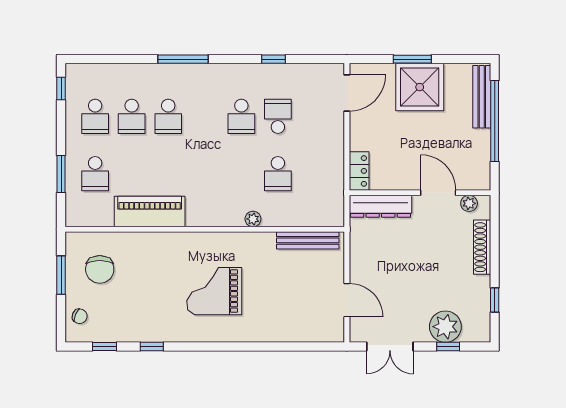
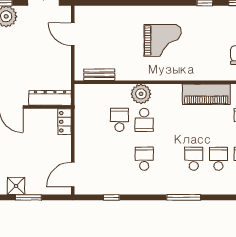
window: (274, 59) -> (111, 197), moved
shower: (420, 87) -> (16, 186), width x0.54, depth x0.54
school desk: (278, 116) -> (144, 120), moved
plant: (253, 219) -> (141, 94), width x1.87, depth x1.87
bench: (308, 240) -> (99, 75), width x0.73

